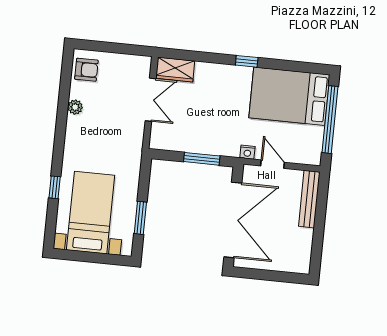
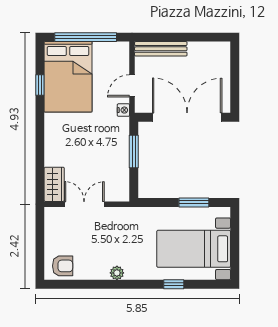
window: (247, 61) -> (40, 85), moved
armchair: (86, 70) -> (63, 266), turned 90
plant: (75, 107) -> (117, 273), moved

